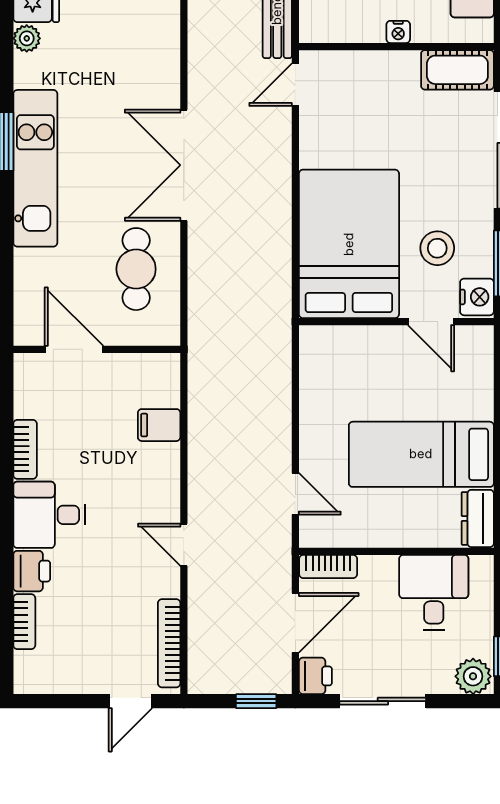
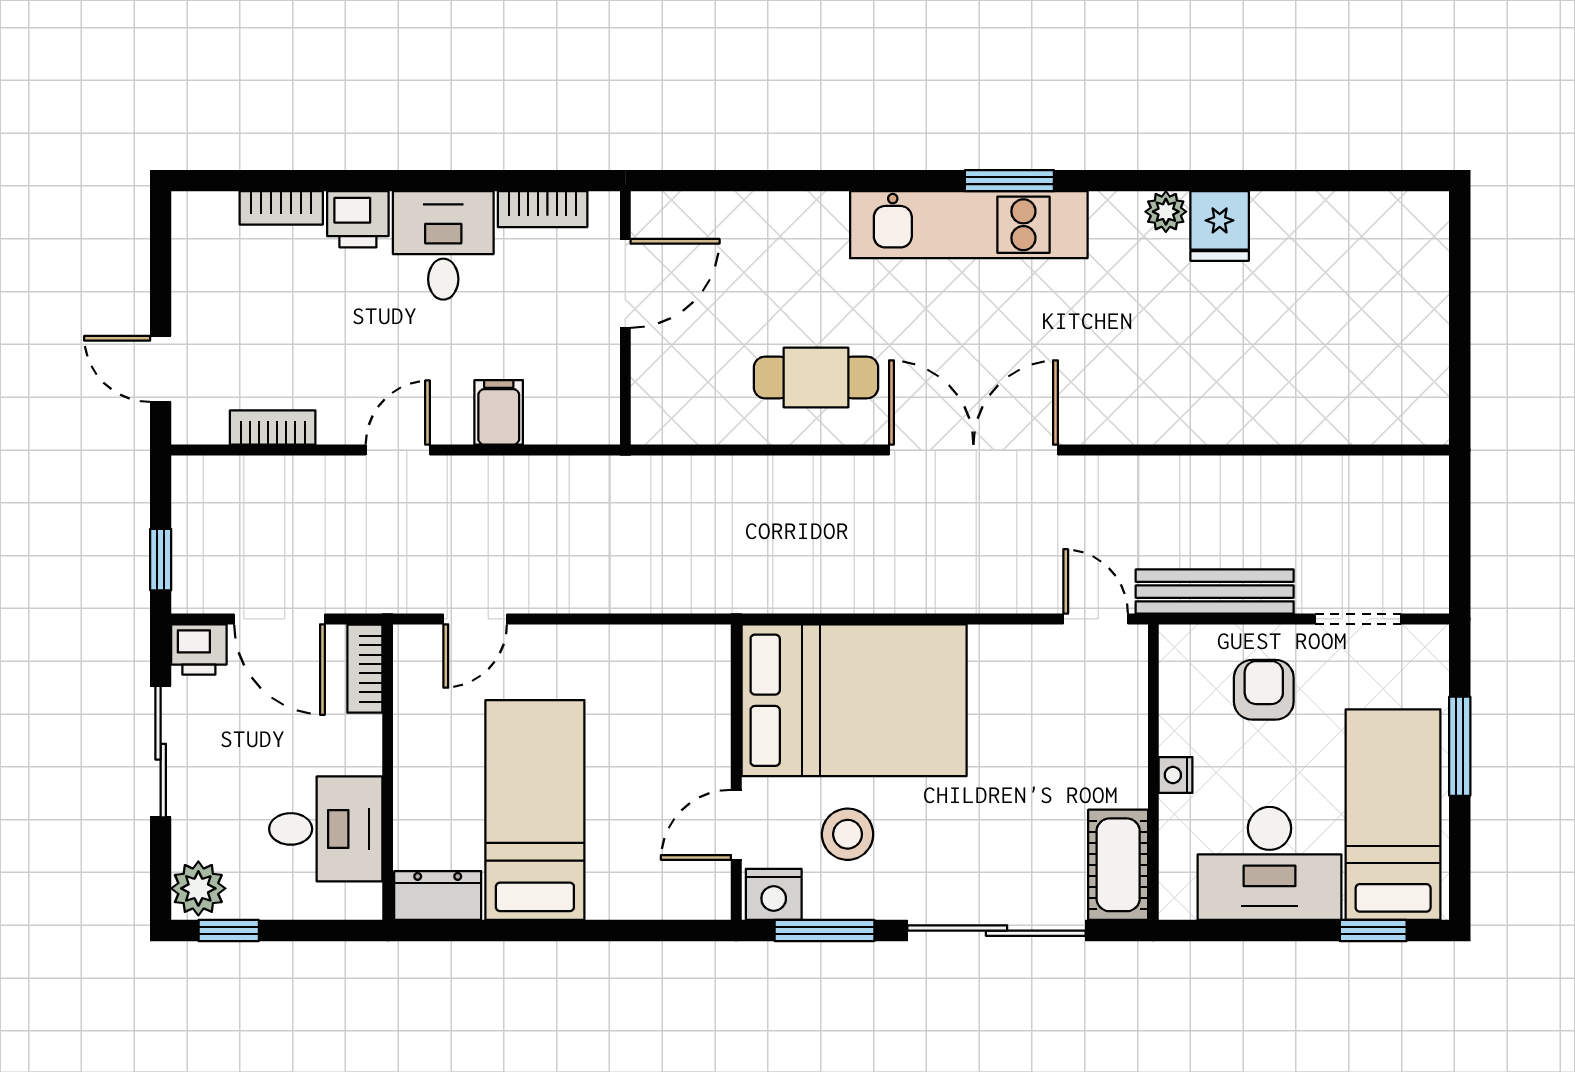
door: (74, 349) -> (625, 283), moved
wall: (97, 349) -> (625, 318), moved
filing cabinet: (159, 425) -> (499, 412), moved
bookcase: (169, 643) -> (273, 428), width x0.64

